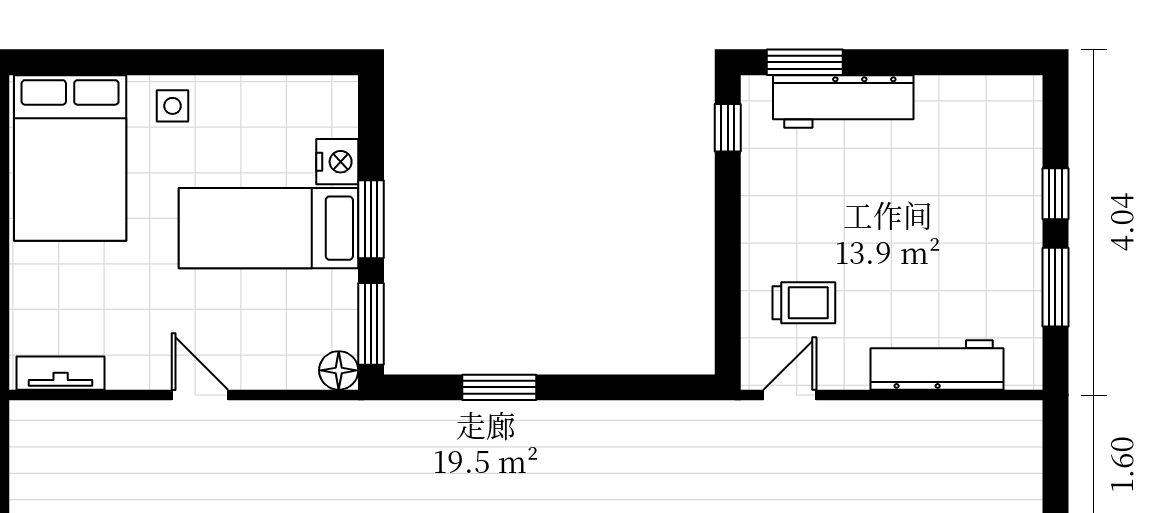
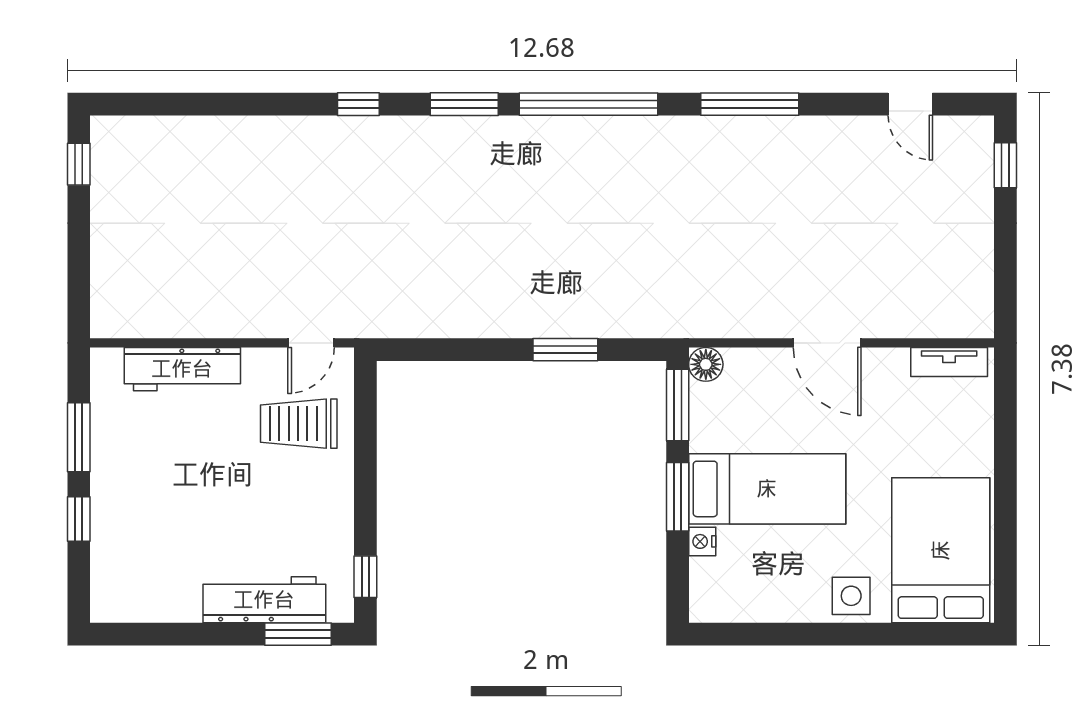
side table: (172, 106) -> (851, 596), width x1.37, depth x1.37
nightstand: (337, 162) -> (702, 541), width x0.72, depth x0.74
trolley: (804, 303) -> (299, 424), width x1.36, depth x1.39
door: (200, 395) -> (827, 343), width x1.38

